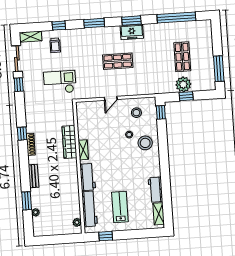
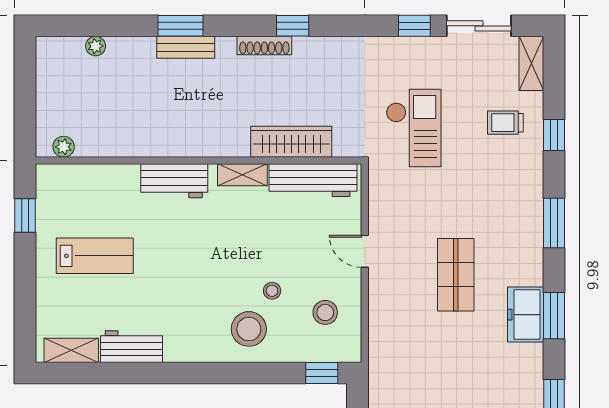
wardrobe: (69, 142) -> (291, 142), moved
window: (27, 201) -> (180, 26), moved
workbench: (89, 209) -> (313, 180), moved

